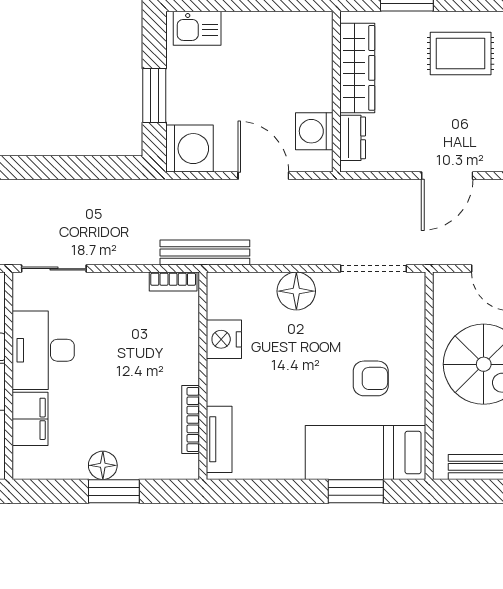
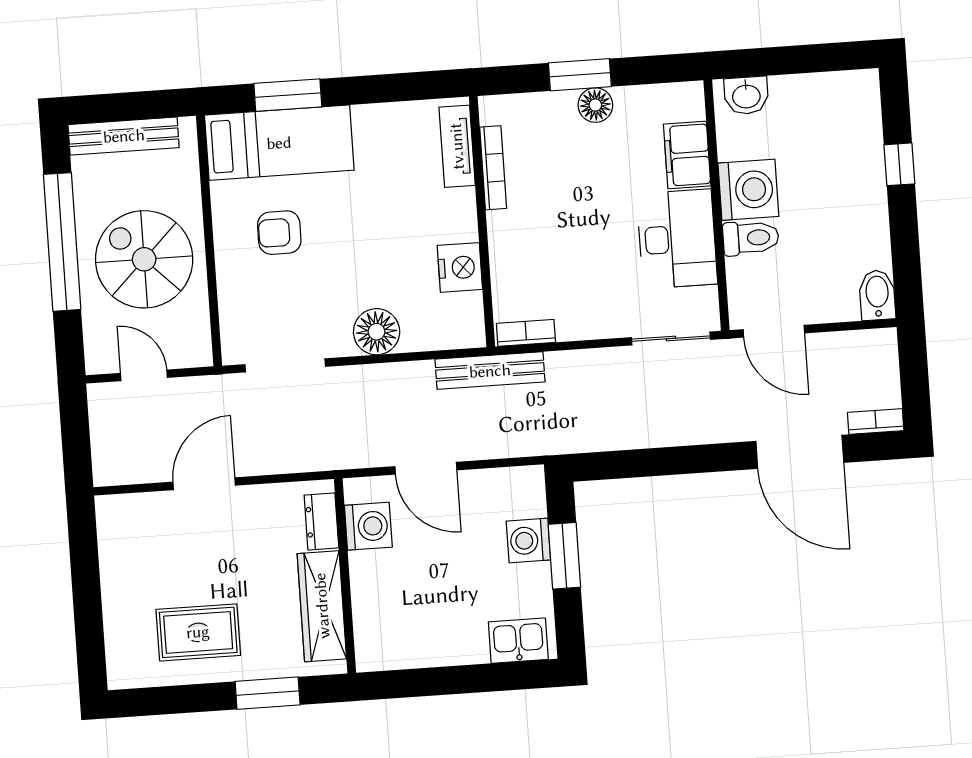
washing machine: (190, 149) -> (528, 540), moved, width x0.73, depth x0.73

